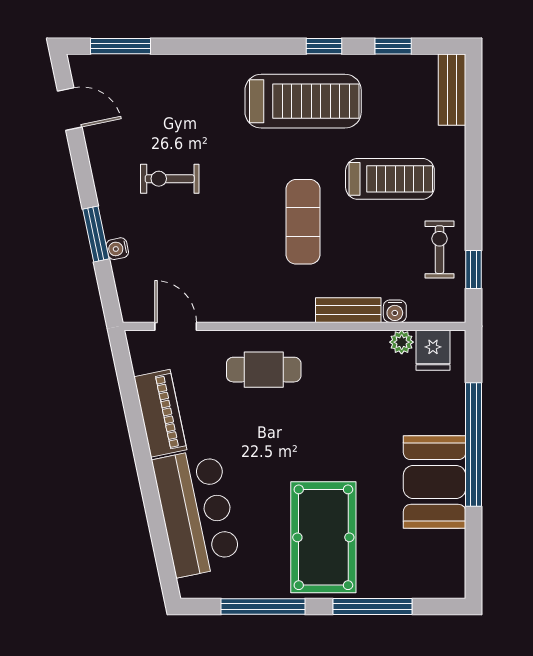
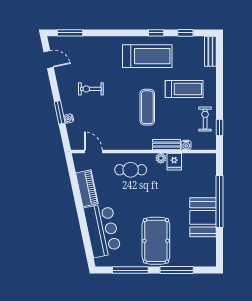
plant: (402, 342) -> (161, 158), moved
fridge: (433, 350) -> (174, 162), moved

